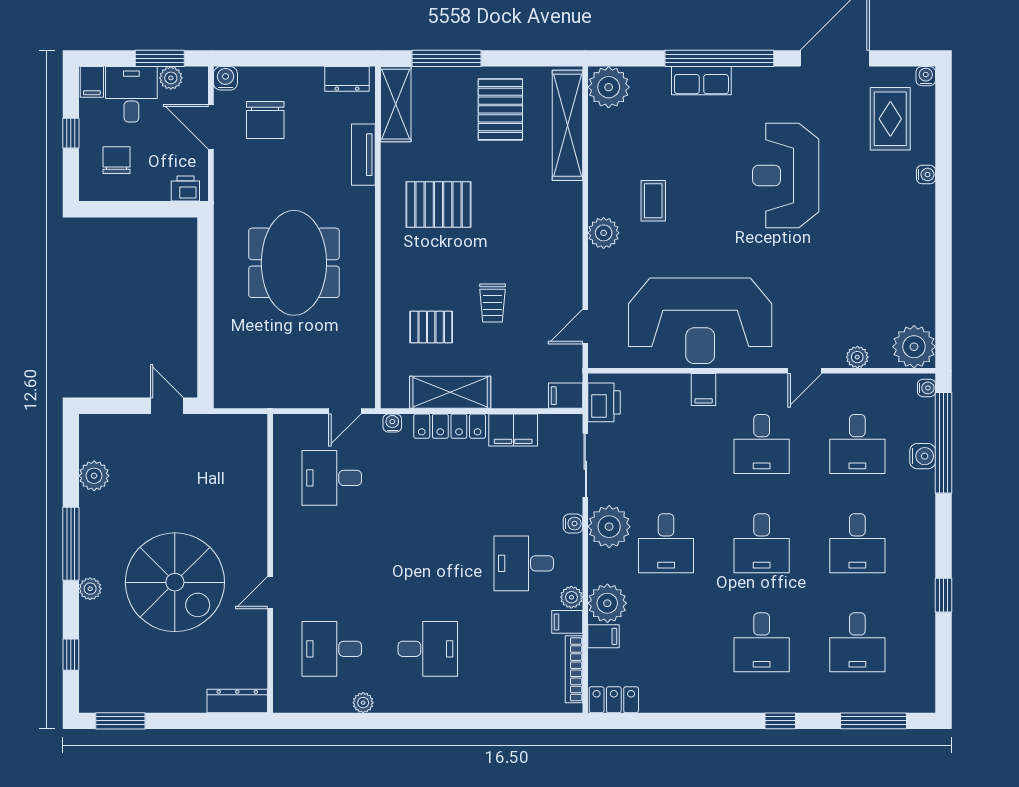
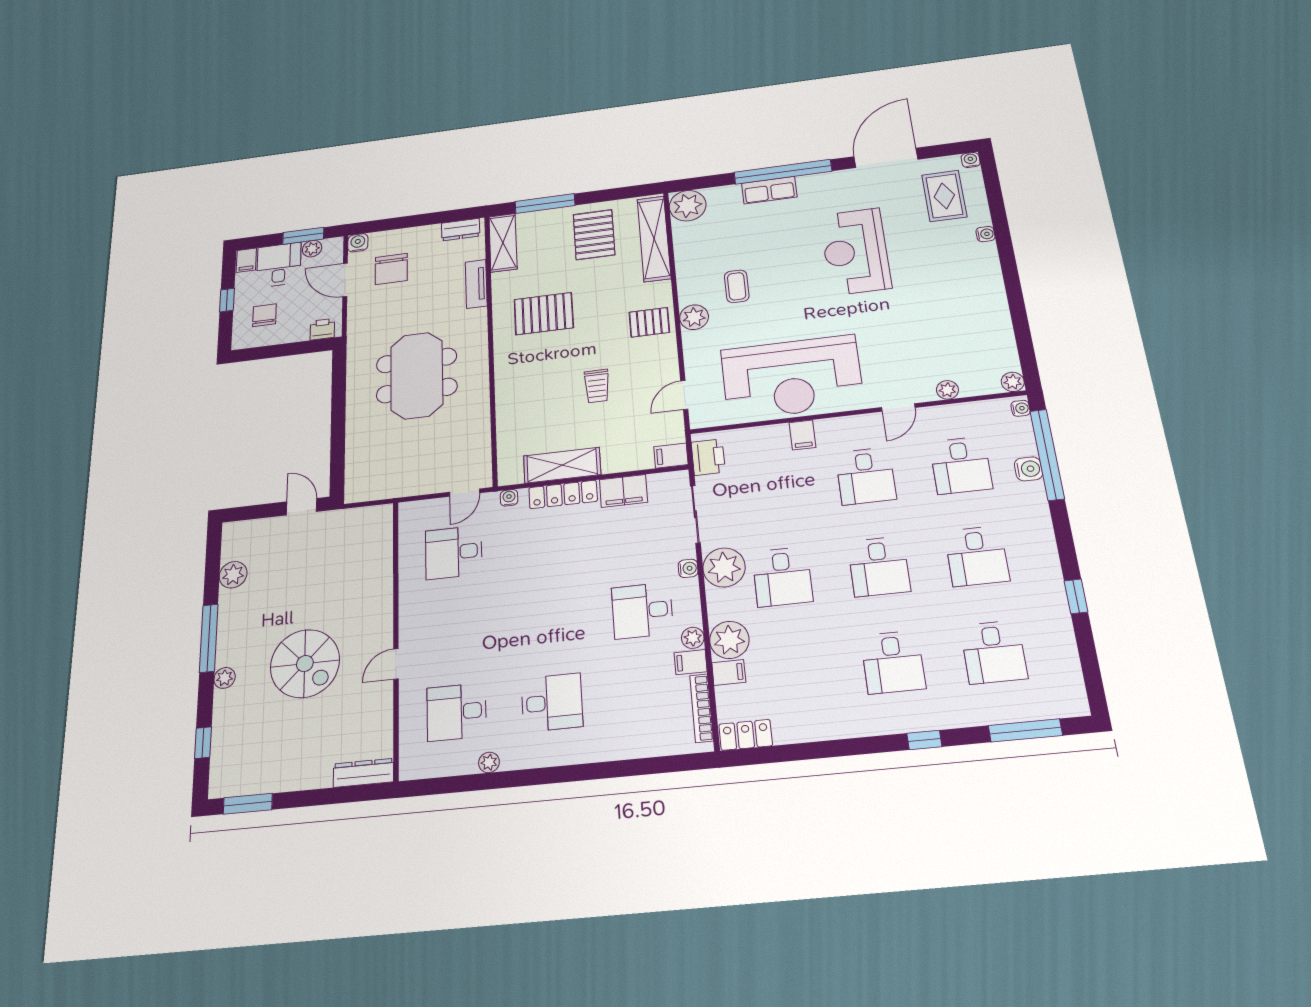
pallet: (431, 327) -> (649, 322), moved
plant: (914, 347) -> (1013, 382), width x0.53, depth x0.53
spiral stairs: (175, 582) -> (305, 664), width x0.73, depth x0.73

